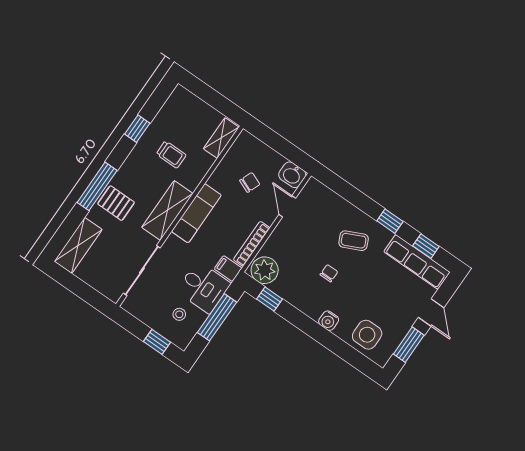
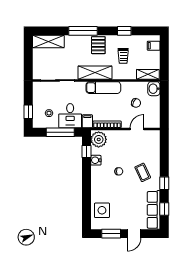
filing cabinet: (187, 102) -> (154, 46), added
washbasin: (292, 175) -> (154, 89), moved
pallet: (116, 203) -> (98, 45), moved
water cooler: (329, 321) -> (96, 160), moved

